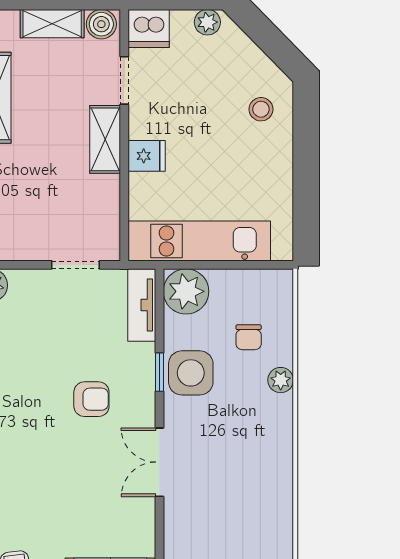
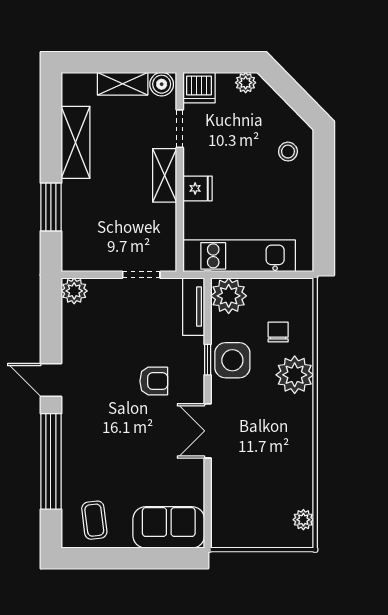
chair: (249, 337) -> (278, 332), turned 180
plant: (281, 380) -> (295, 375), width x1.87, depth x1.87

